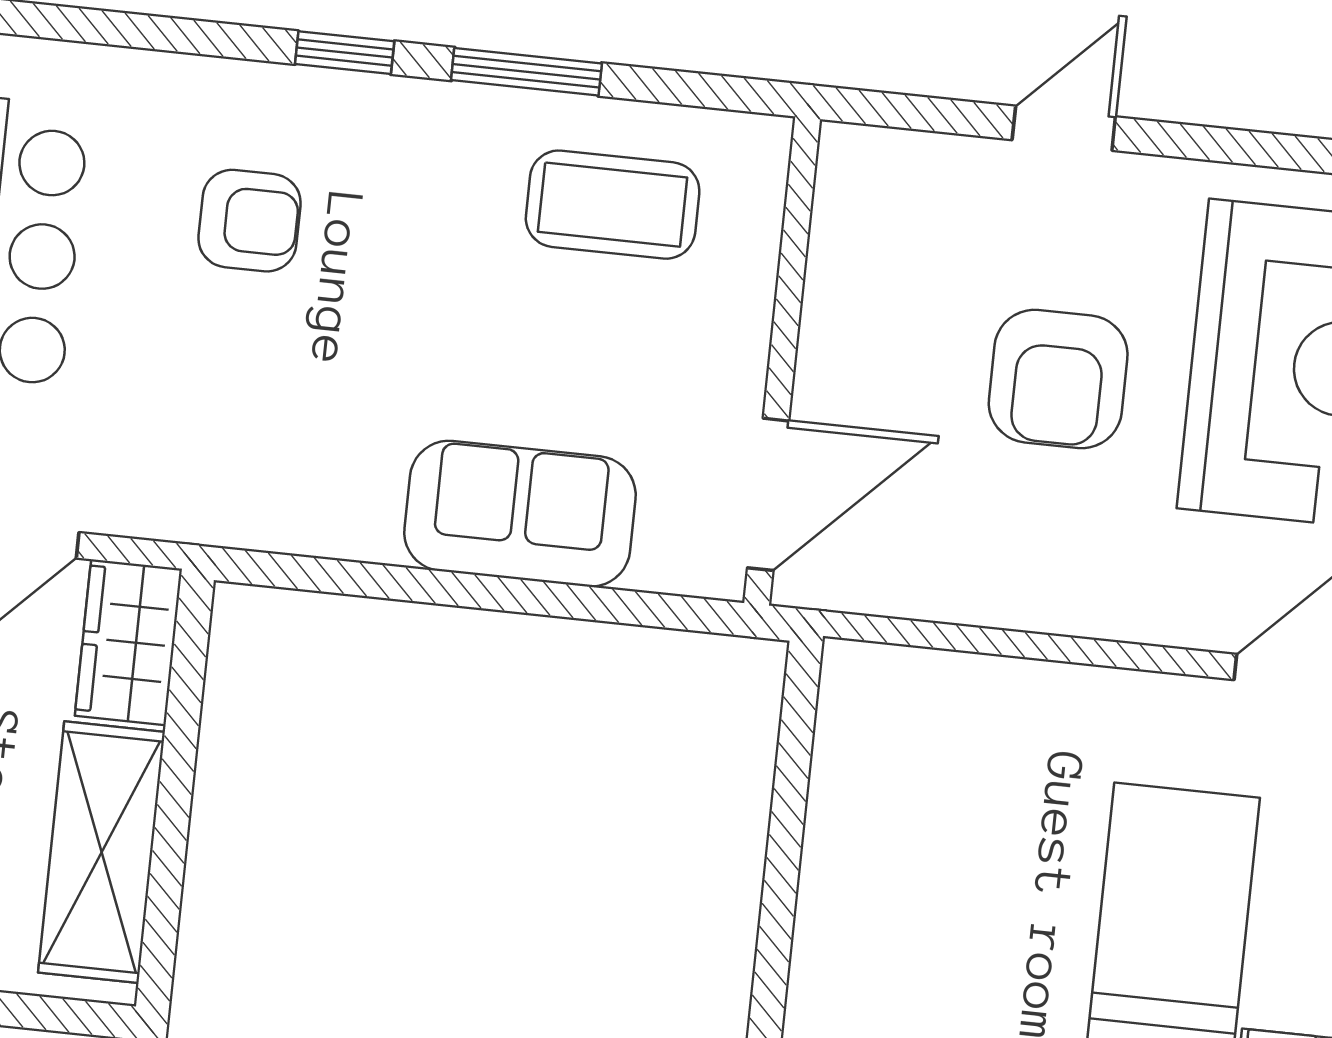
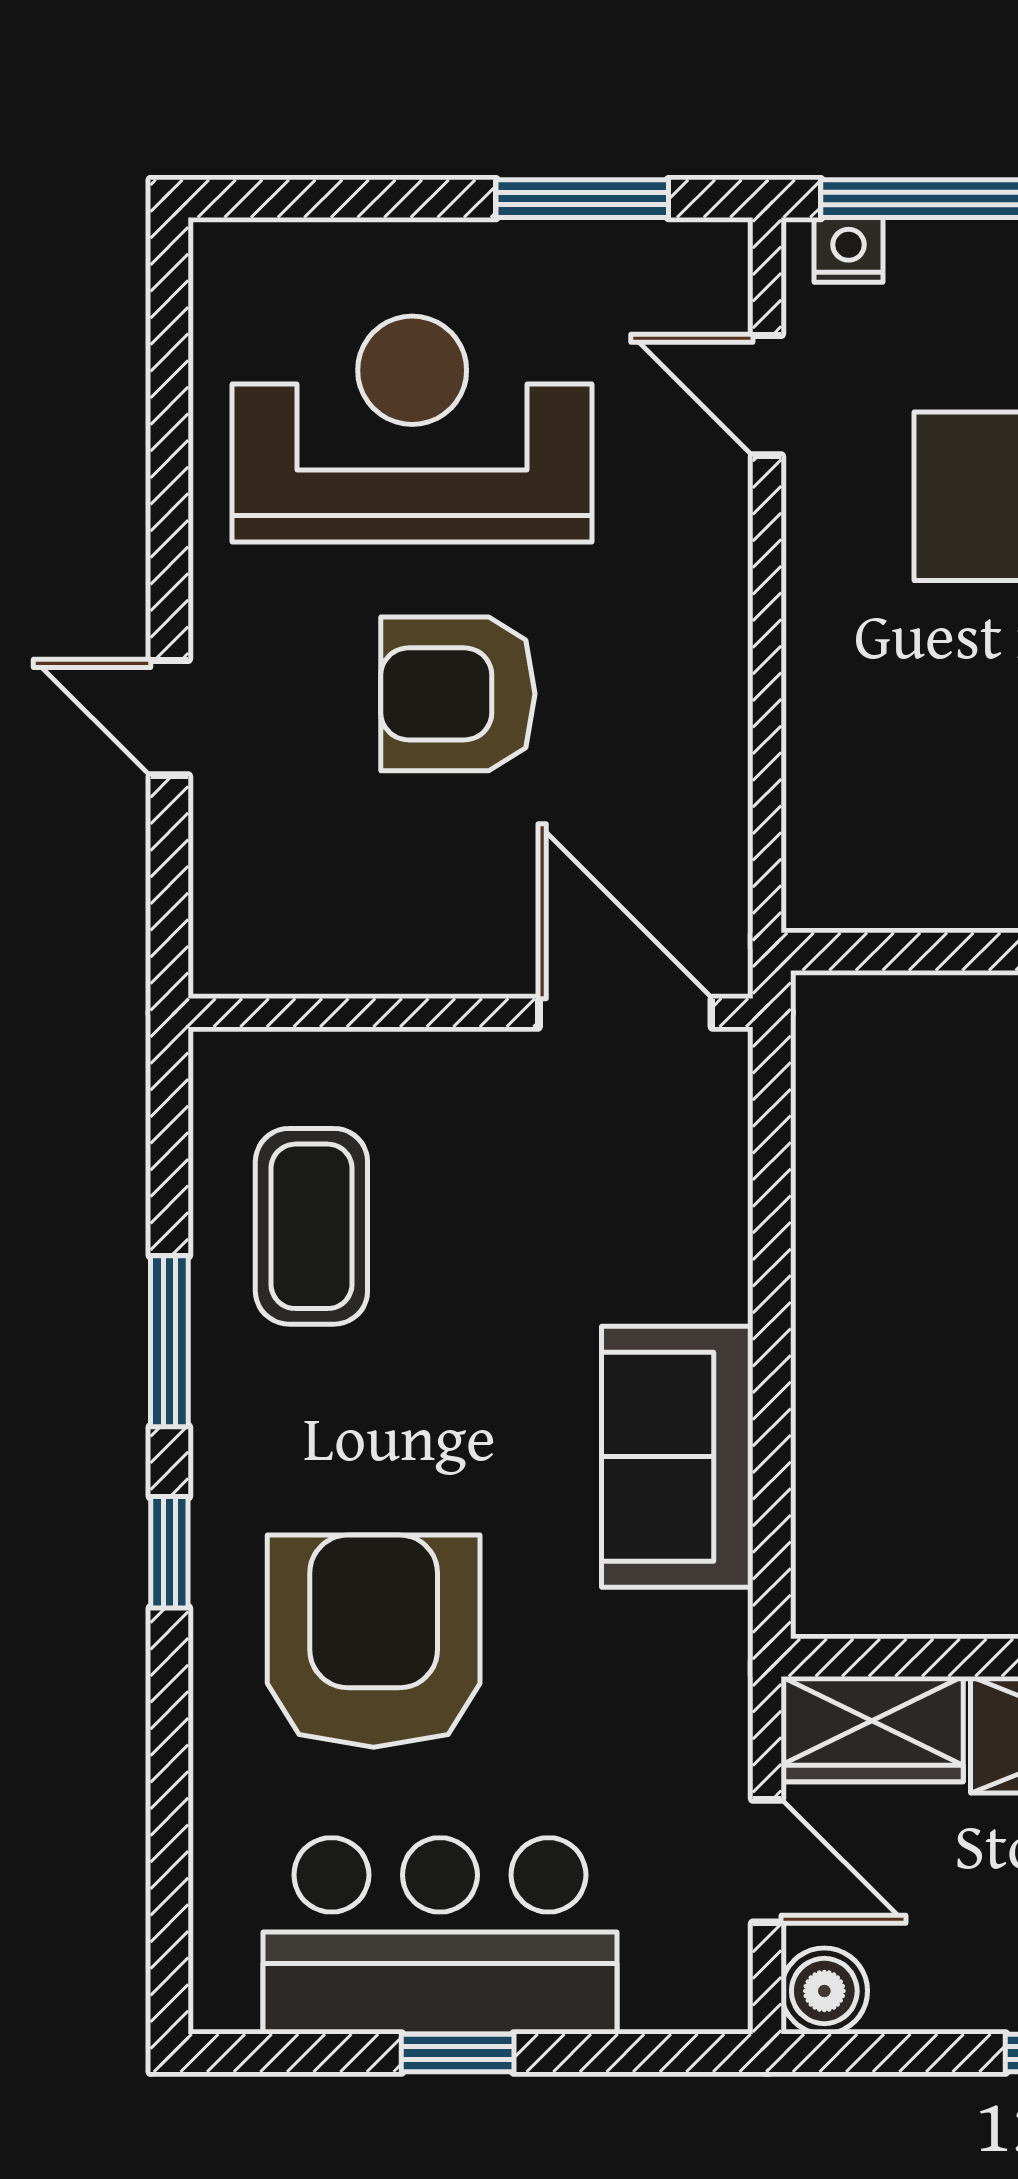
armchair: (250, 221) -> (374, 1641), width x1.88, depth x1.88
armchair: (1058, 379) -> (458, 694), turned 180
sofa: (520, 514) -> (677, 1457), moved

